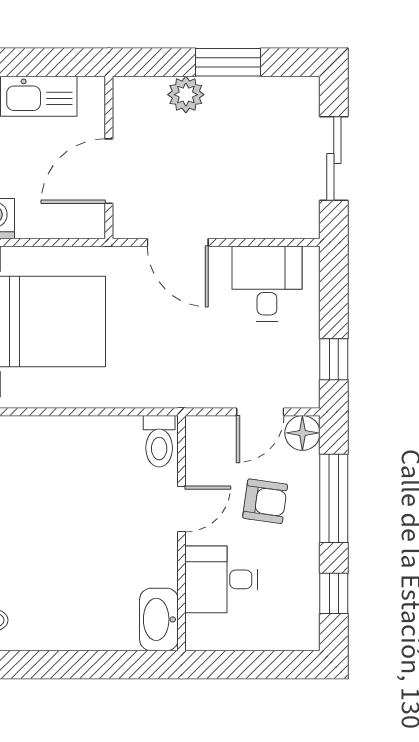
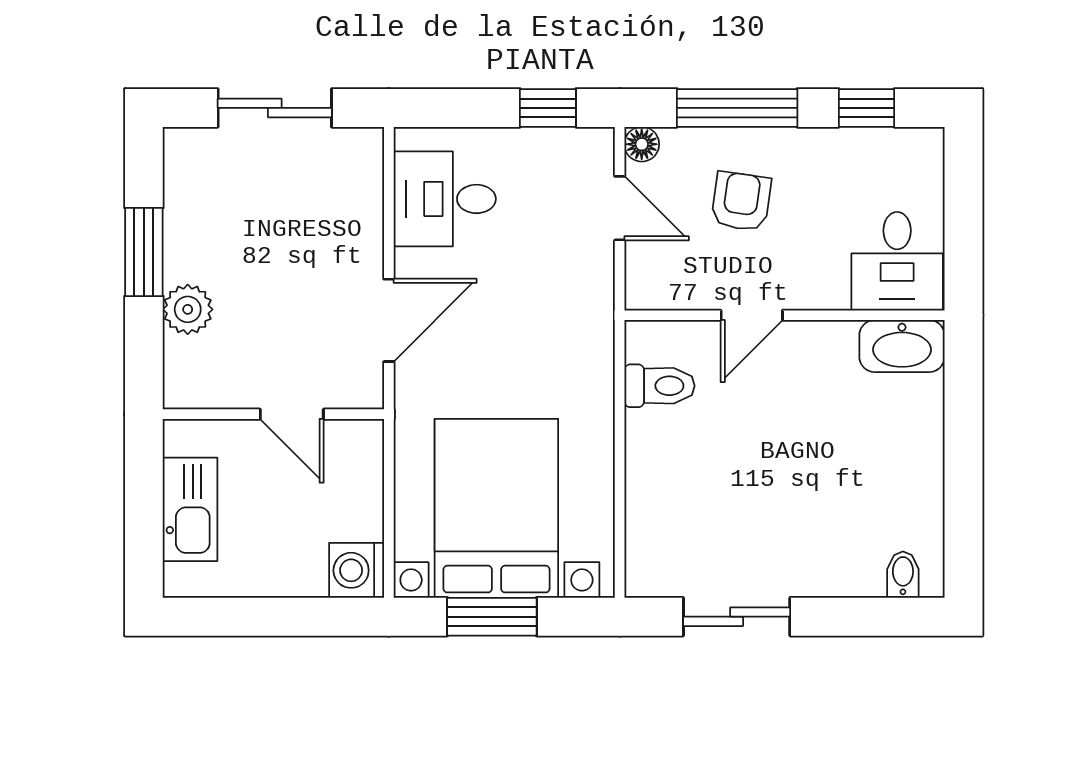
door: (109, 171) -> (292, 414), width x0.73
floor lamp: (302, 433) -> (642, 144), width x0.73, depth x0.73
toilet: (159, 441) -> (660, 386), moved
door: (182, 509) -> (752, 315), swing flipped
desk: (221, 579) -> (897, 261), moved

